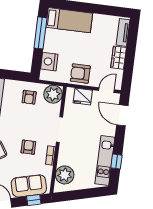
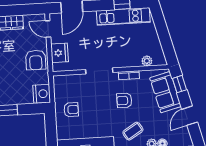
nightstand: (49, 62) -> (42, 94), moved, turned -90
plant: (53, 94) -> (63, 85), removed
plant: (65, 175) -> (147, 61), width x0.53, depth x0.53

